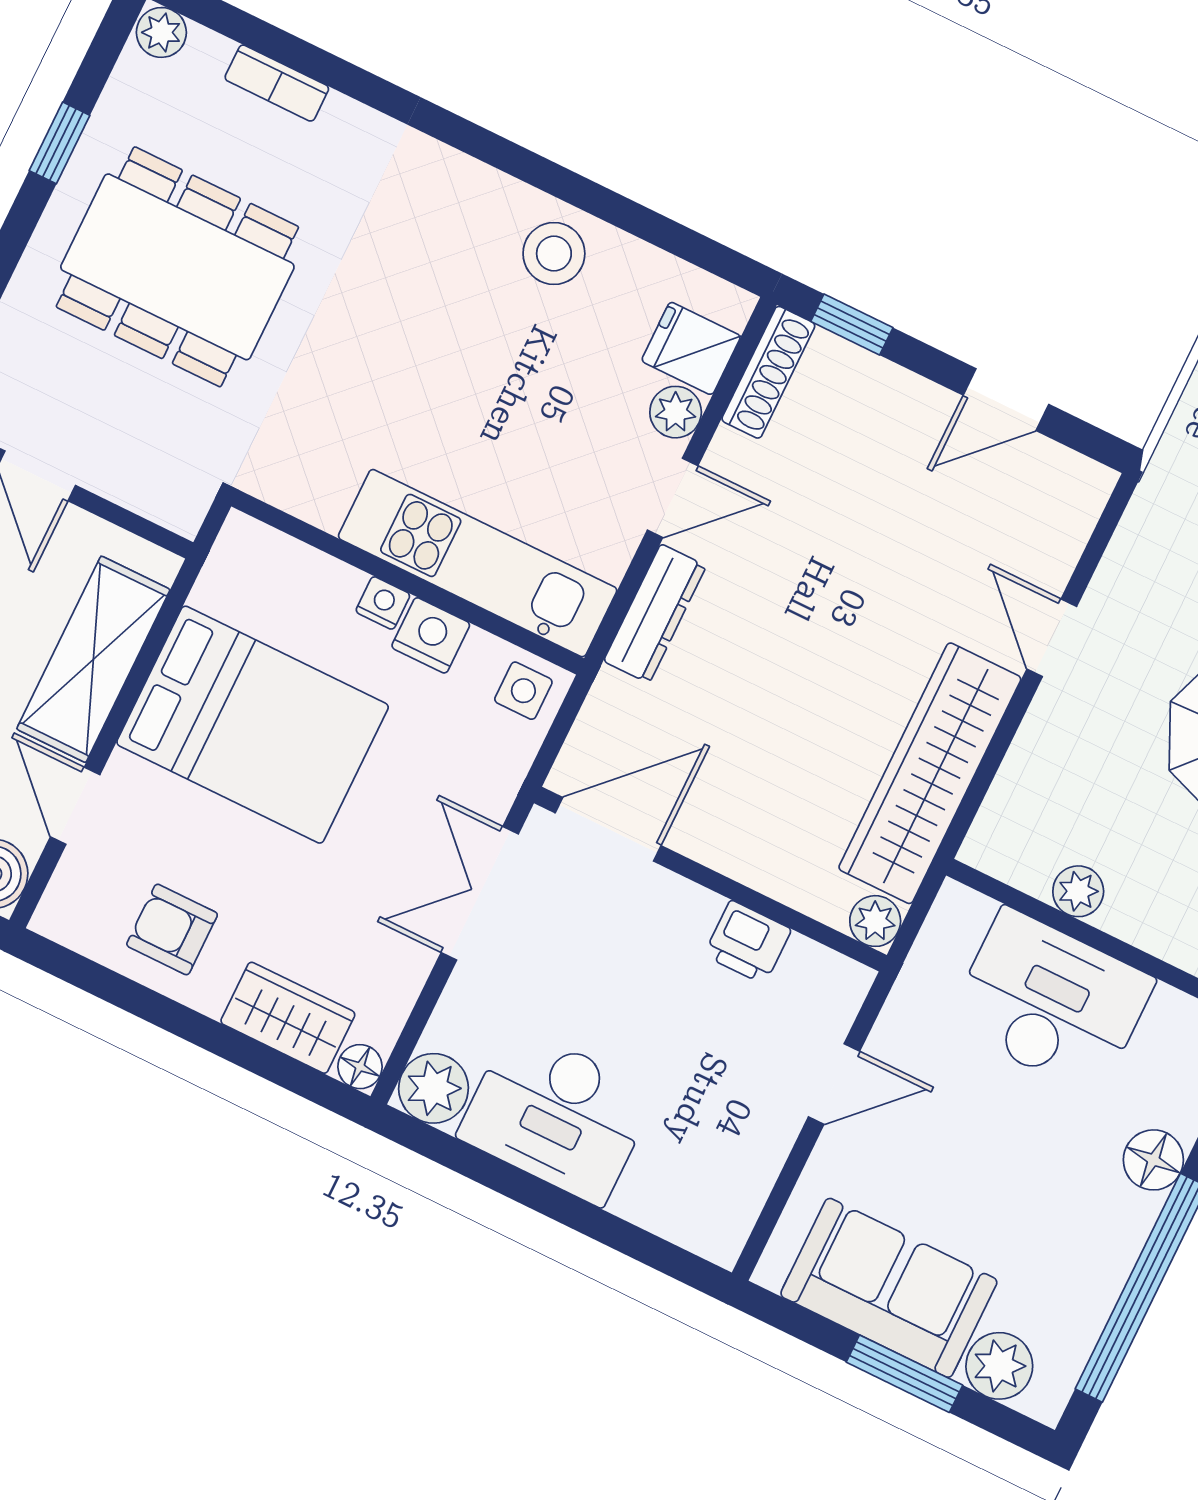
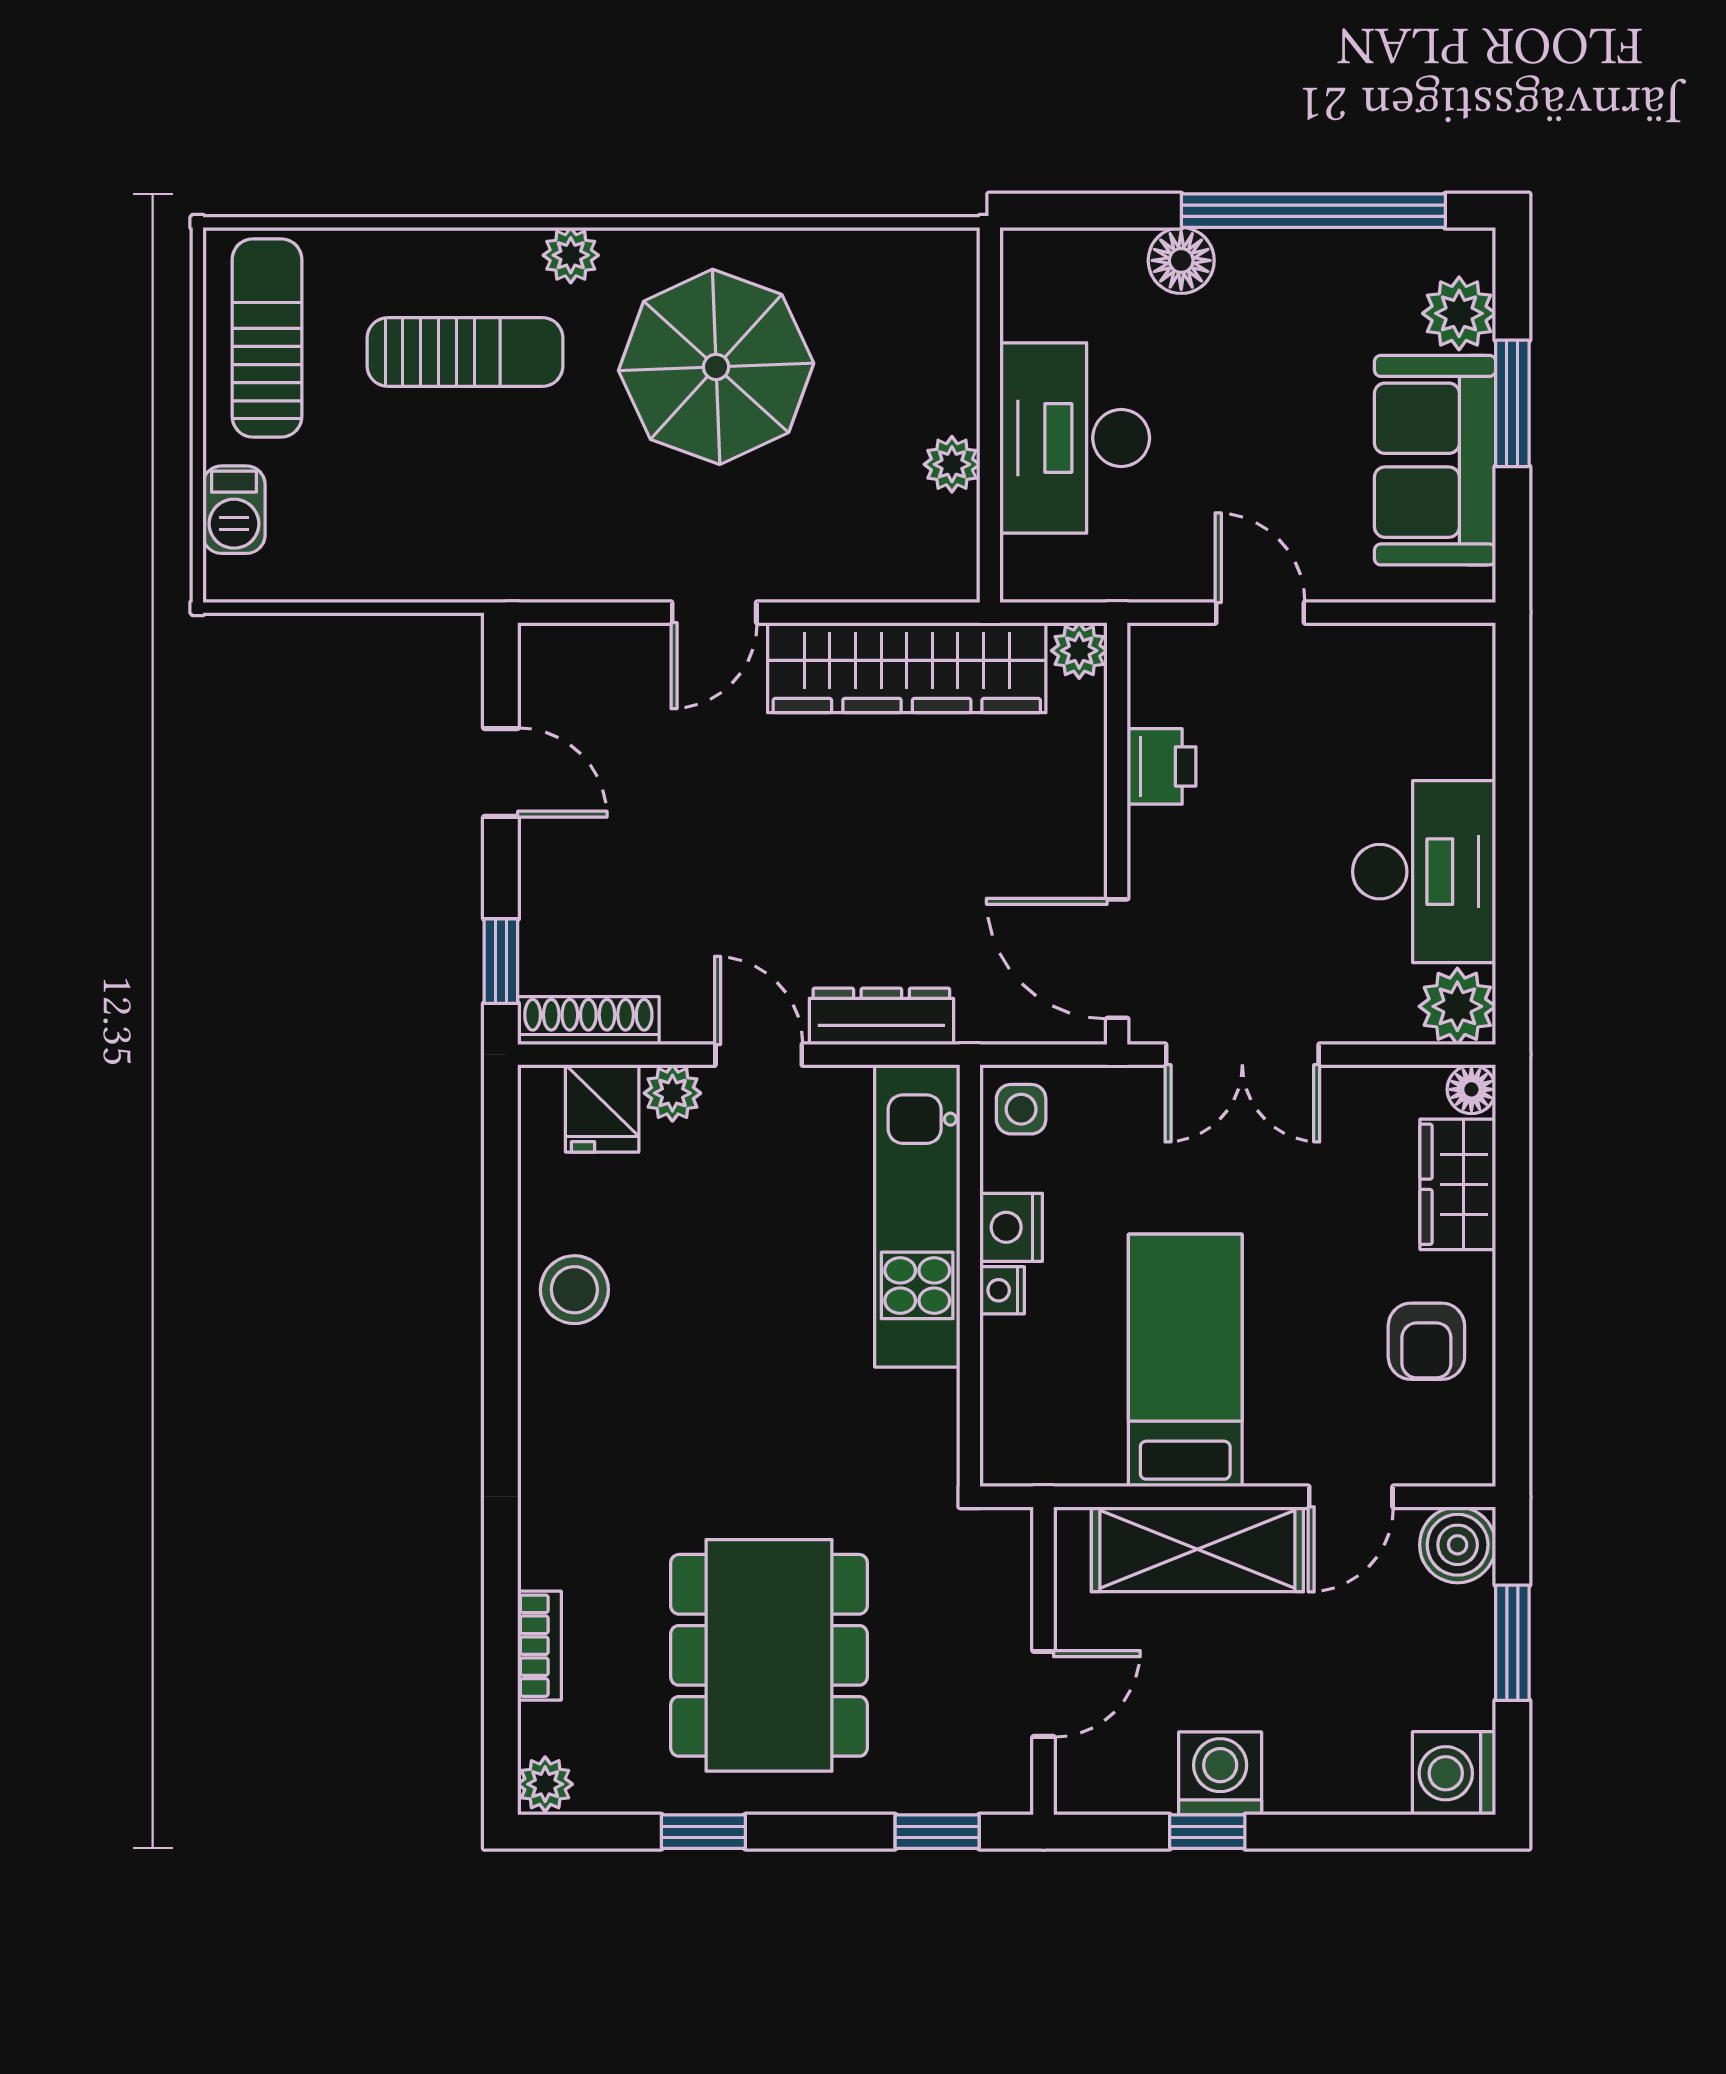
bed: (253, 725) -> (1185, 1360), width x0.67

